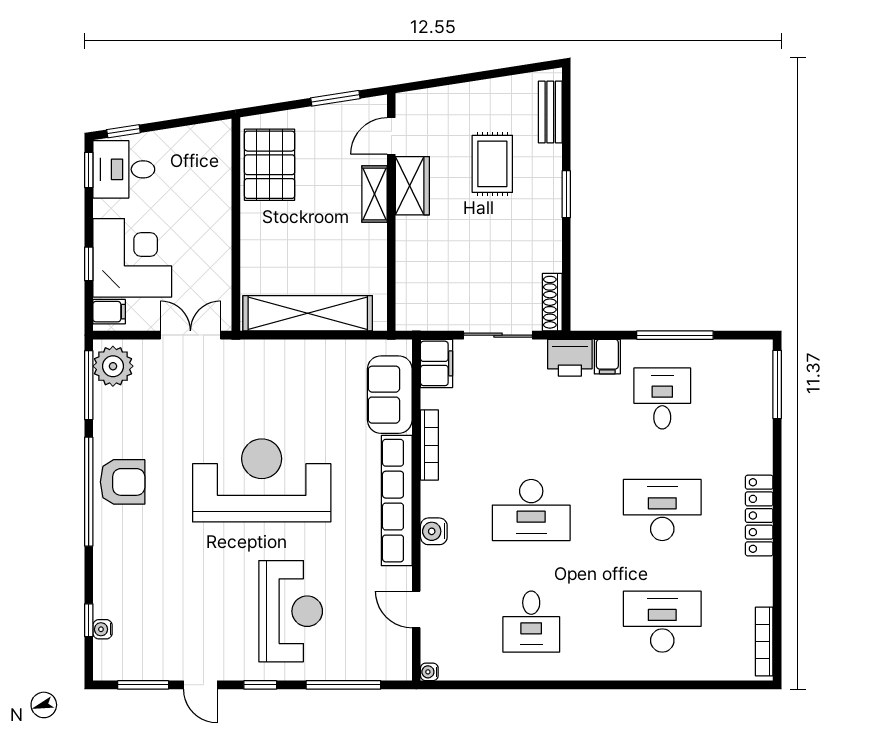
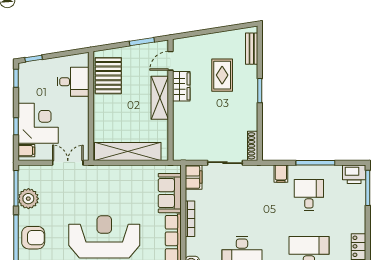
desk: (124, 169) -> (73, 82), moved, turned 180
shelving: (374, 194) -> (160, 98), width x1.50, depth x1.33
printer: (570, 358) -> (354, 174), moved
plant: (113, 366) -> (28, 199), moved

